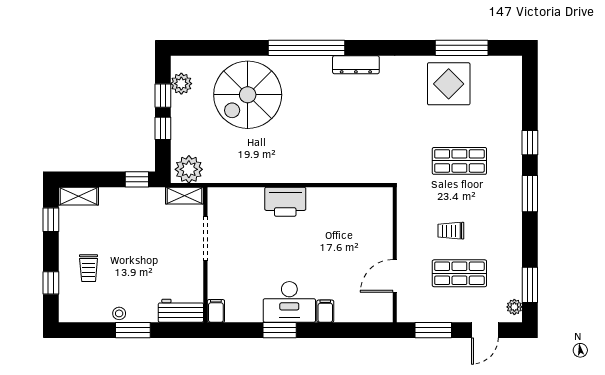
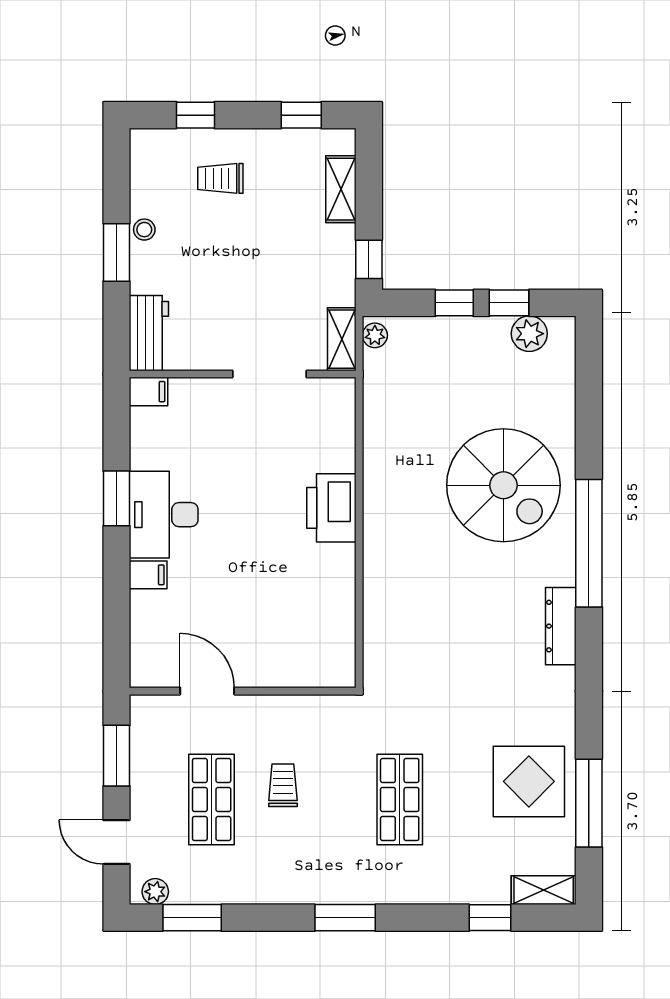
shelving: (514, 75) -> (544, 890), added
spiral stairs: (248, 95) -> (503, 485), moved, turned 180
window: (530, 143) -> (490, 918), moved
plant: (189, 169) -> (375, 335), width x0.53, depth x0.53
shelving: (78, 196) -> (341, 189), moved

